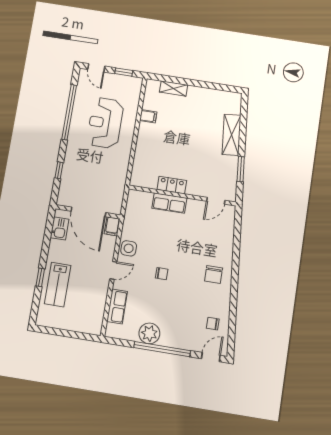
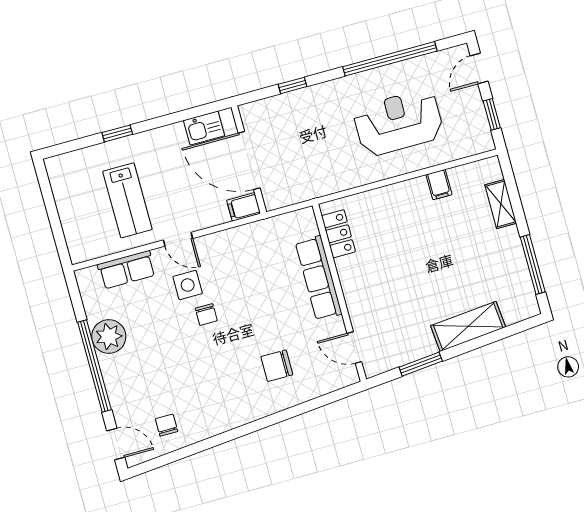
window: (213, 86) -> (533, 264), added
locker: (172, 185) -> (338, 234), moved
row of seats: (169, 203) -> (319, 278), width x1.48
door: (88, 212) -> (249, 161), hinge flipped
side table: (129, 248) -> (188, 285), moved
chair: (214, 274) -> (277, 366), moved
lab bench: (58, 285) -> (127, 200), moved, turned -90

